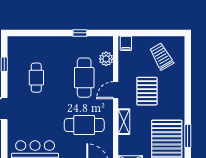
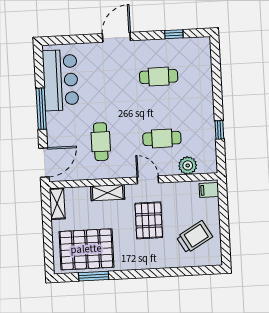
cafe table: (84, 78) -> (162, 138), width x0.73, depth x0.74
pallet: (147, 91) -> (149, 220), turned 90
cafe table: (84, 125) -> (101, 142), width x0.73, depth x0.74

